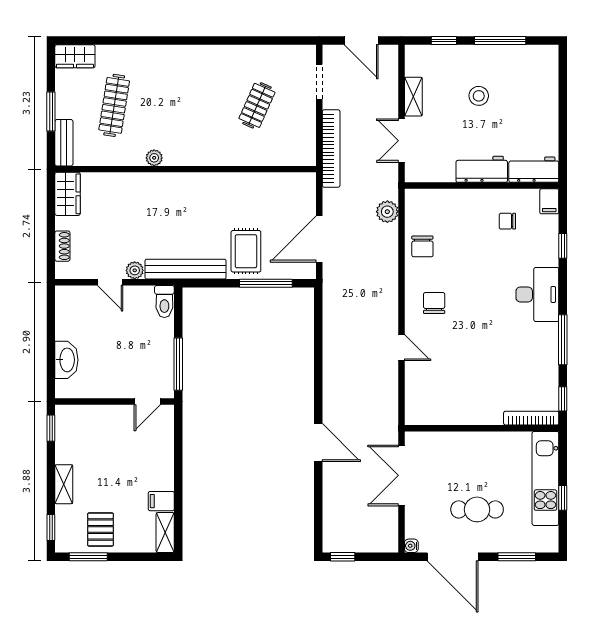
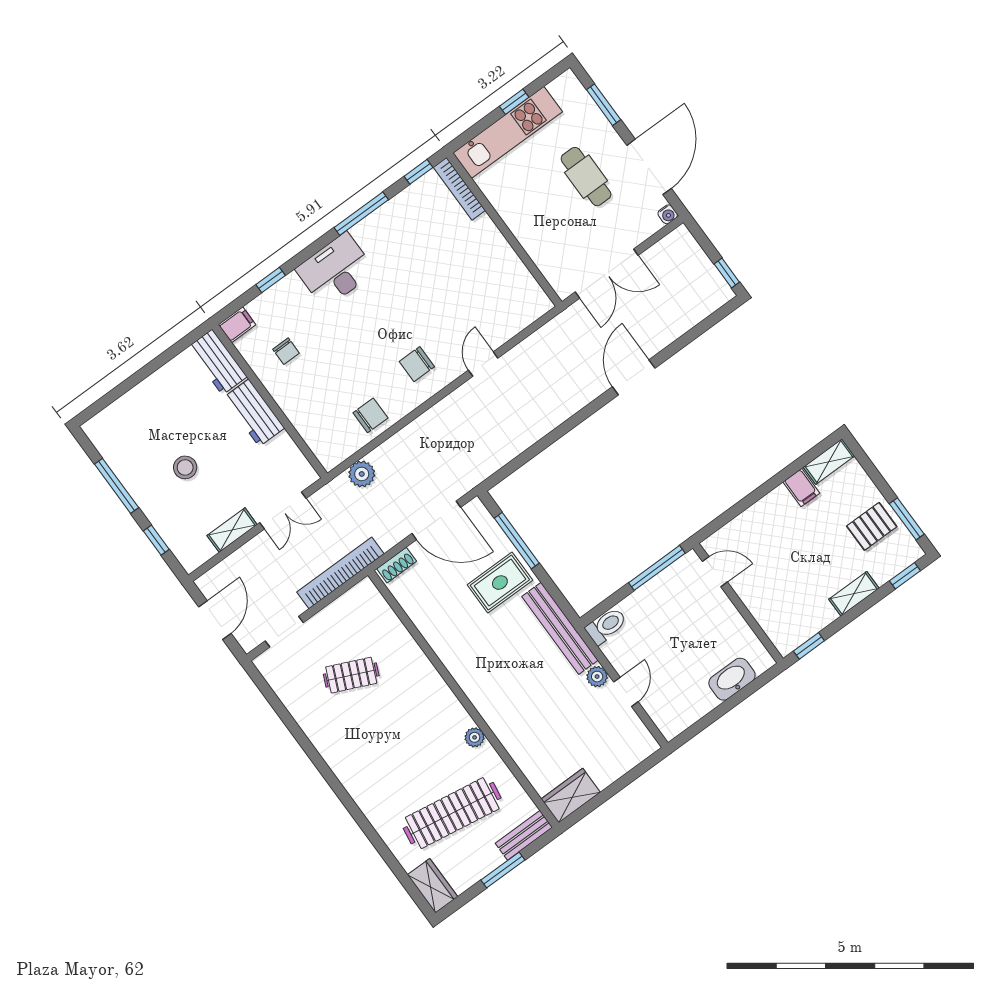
clothes rail: (114, 105) -> (452, 813), width x1.37, depth x1.31
shoe rack: (62, 246) -> (397, 565), moved, turned 180

